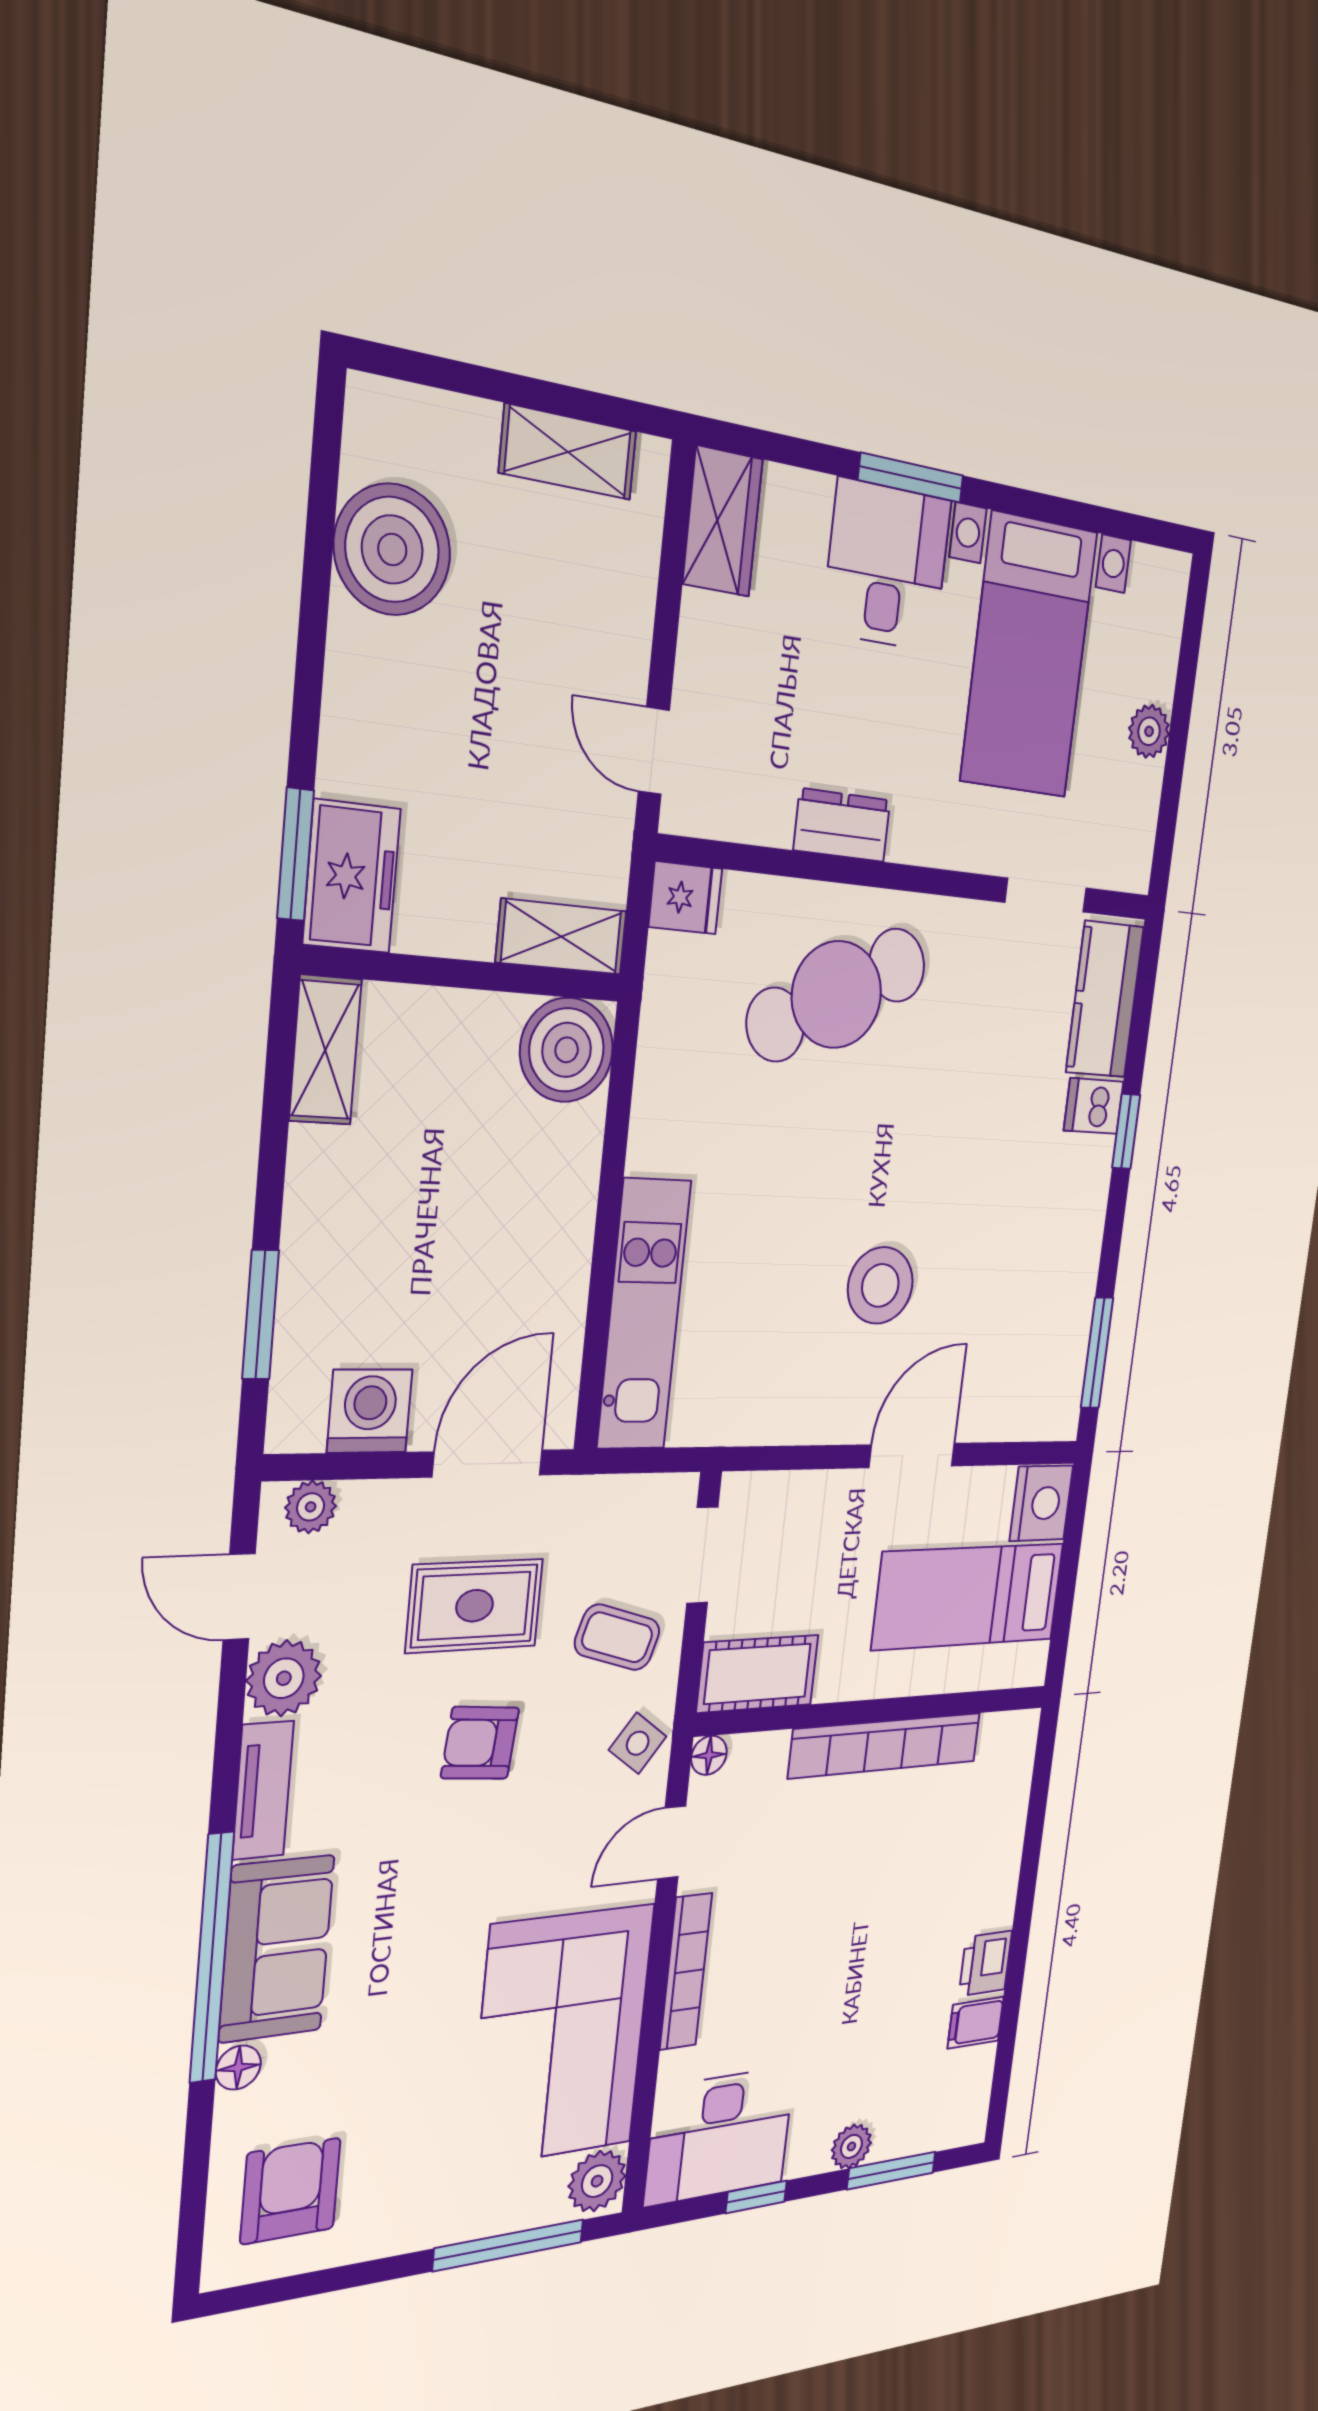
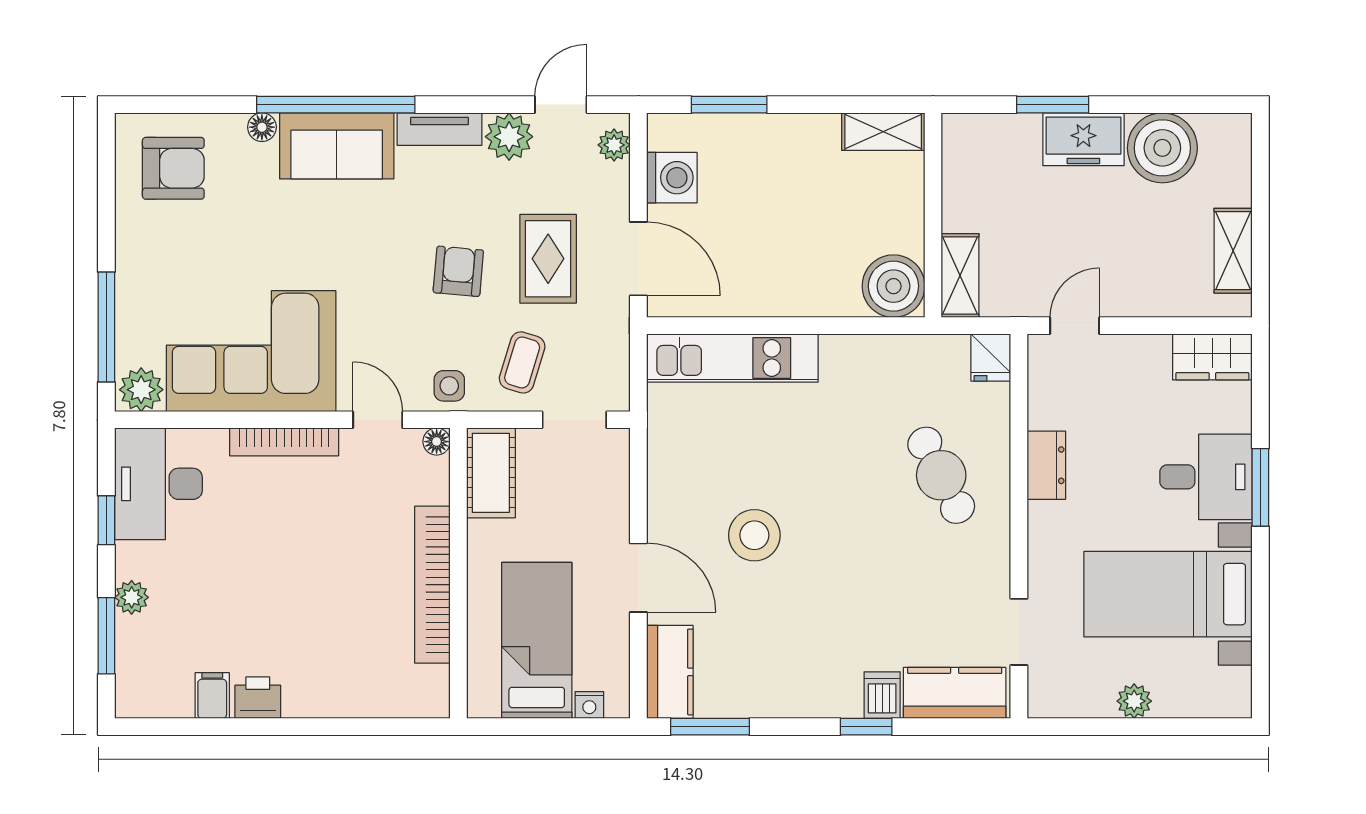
window: (295, 854) -> (1053, 105), moved
freezer: (352, 877) -> (1083, 139), moved
cafe table: (837, 995) -> (941, 475), width x0.73, depth x0.74
kitchen counter: (1028, 1409) -> (670, 672), added
nightstand: (1041, 1503) -> (589, 705), width x0.53, depth x0.56
side table: (638, 1743) -> (449, 386), turned -37

